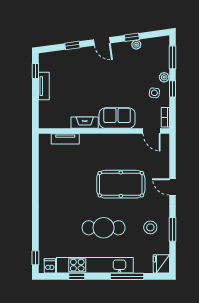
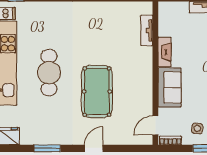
stool: (150, 227) -> (49, 124), removed

